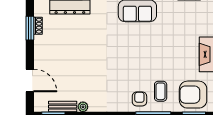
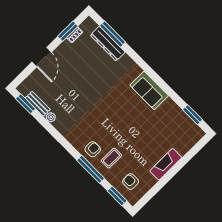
door: (30, 80) -> (42, 57), moved
armchair: (193, 95) -> (131, 181), width x0.53, depth x0.53

